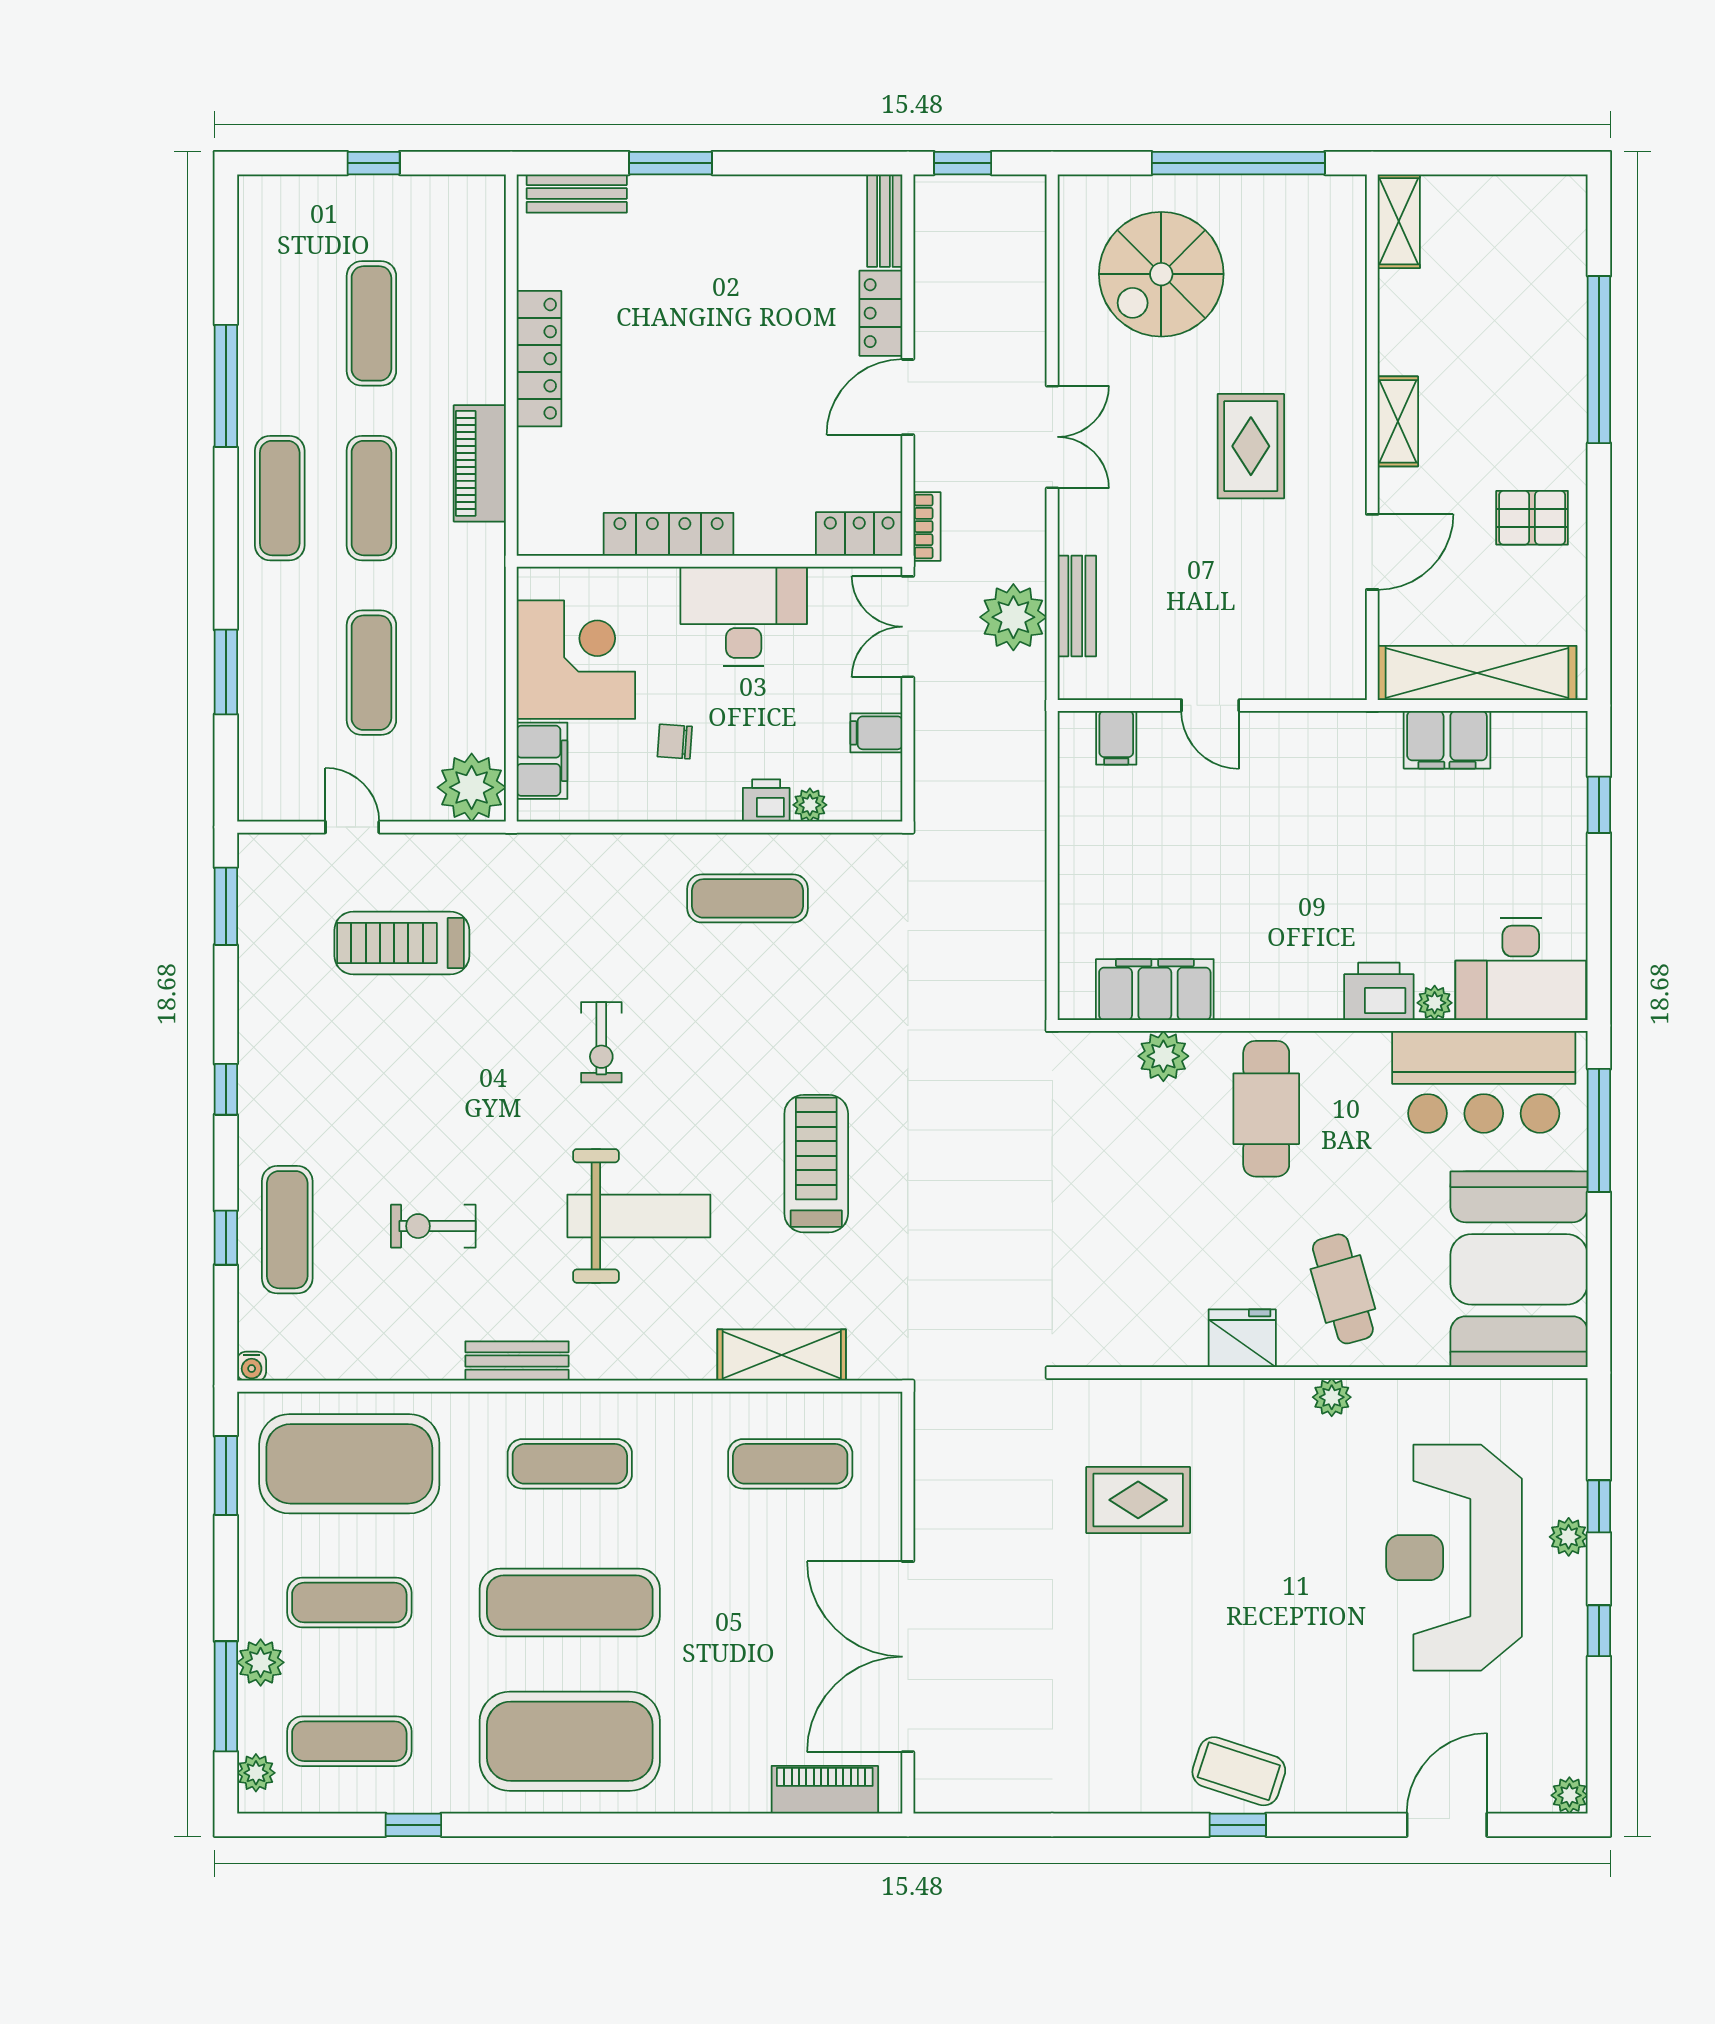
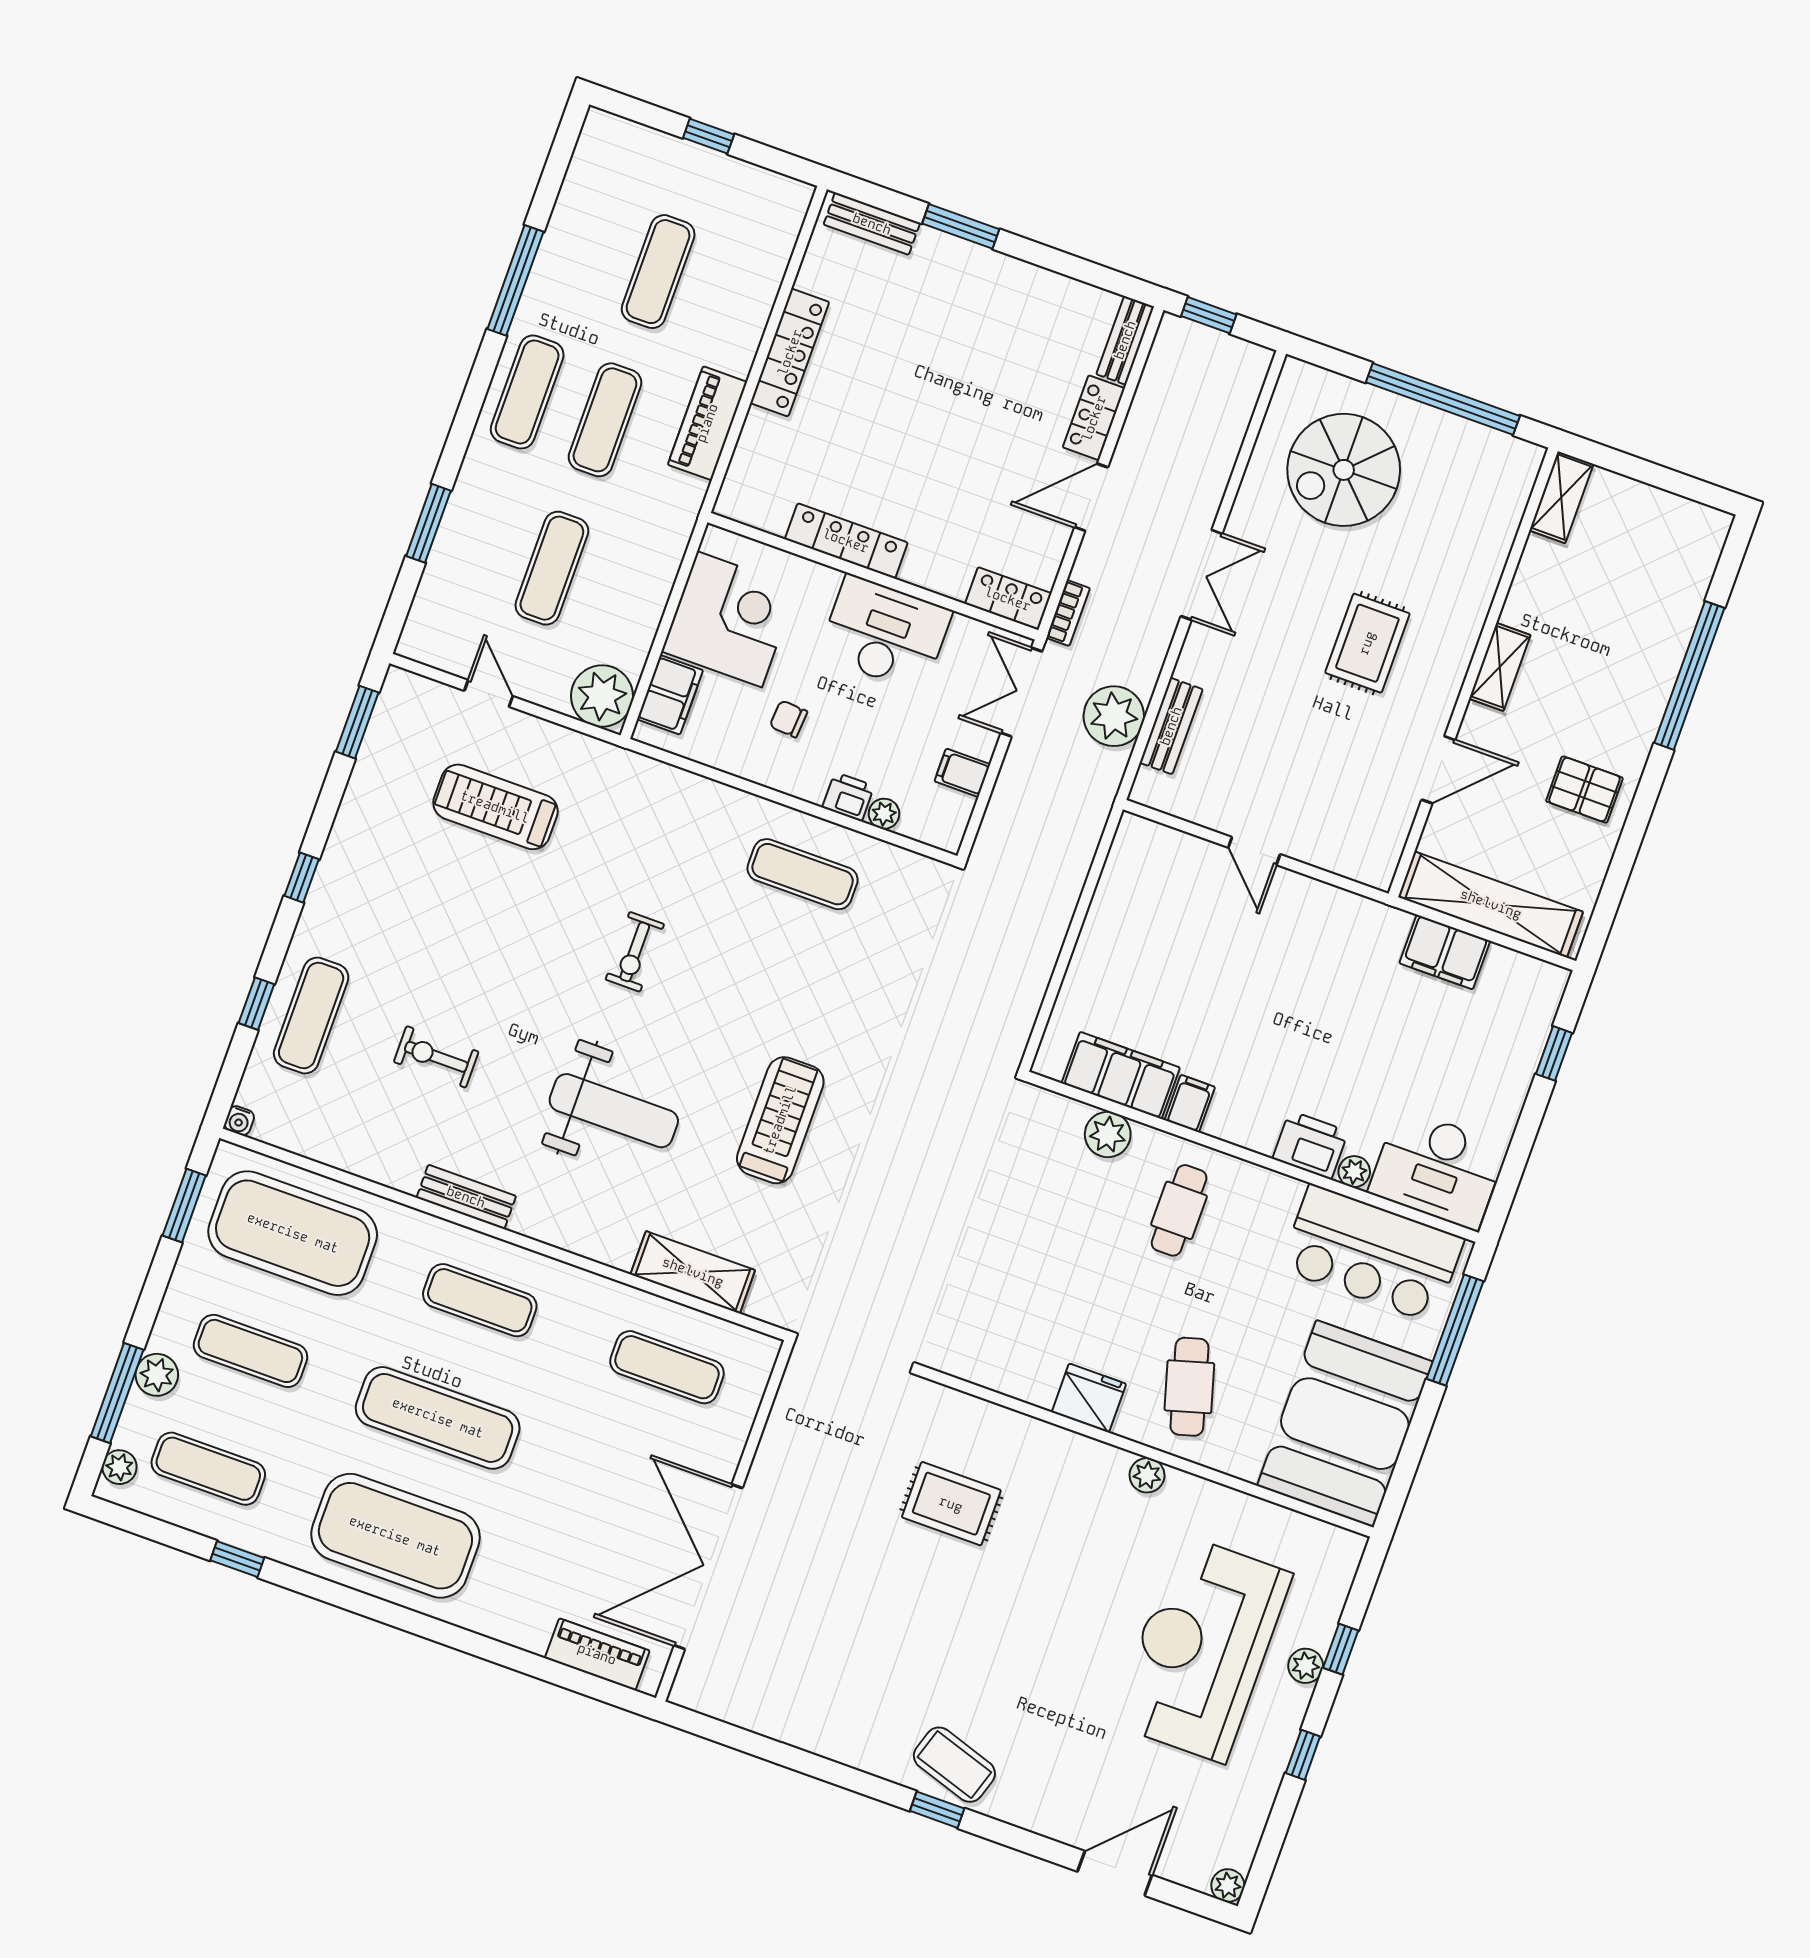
filing cabinet: (1116, 738) -> (1190, 1104), moved, turned 180
cafe table: (1266, 1109) -> (1179, 1210), width x0.73, depth x0.74

